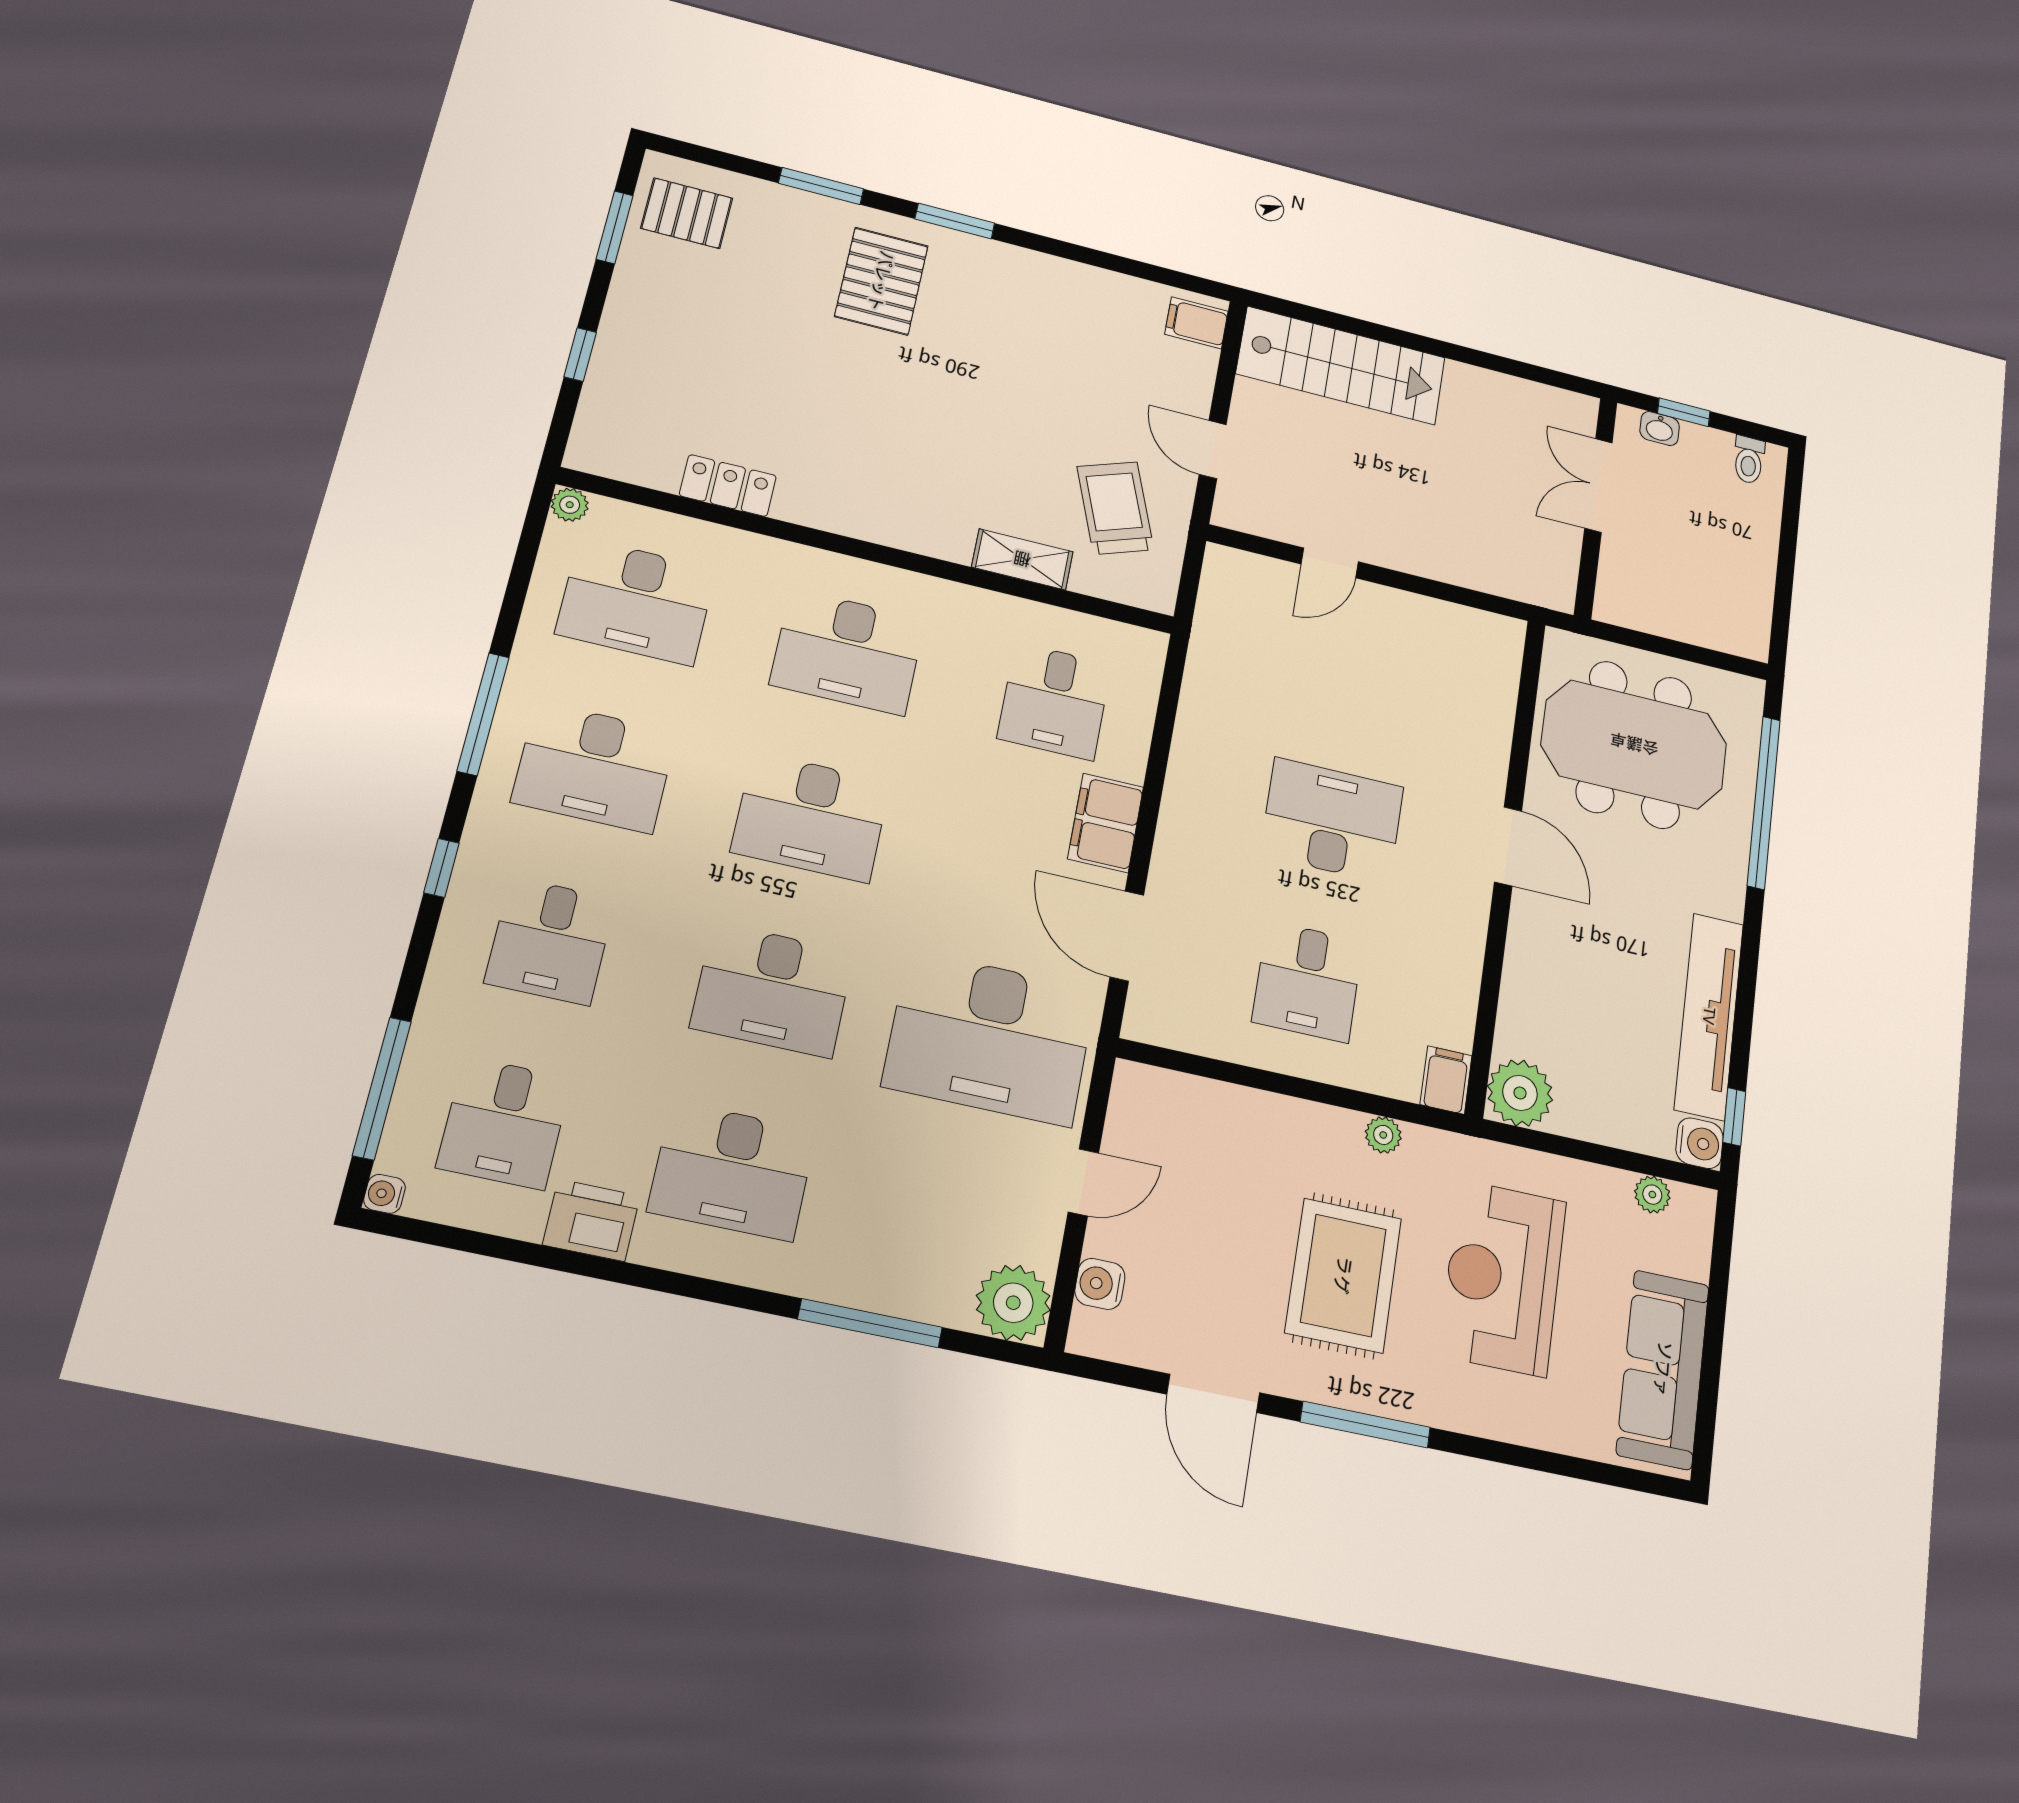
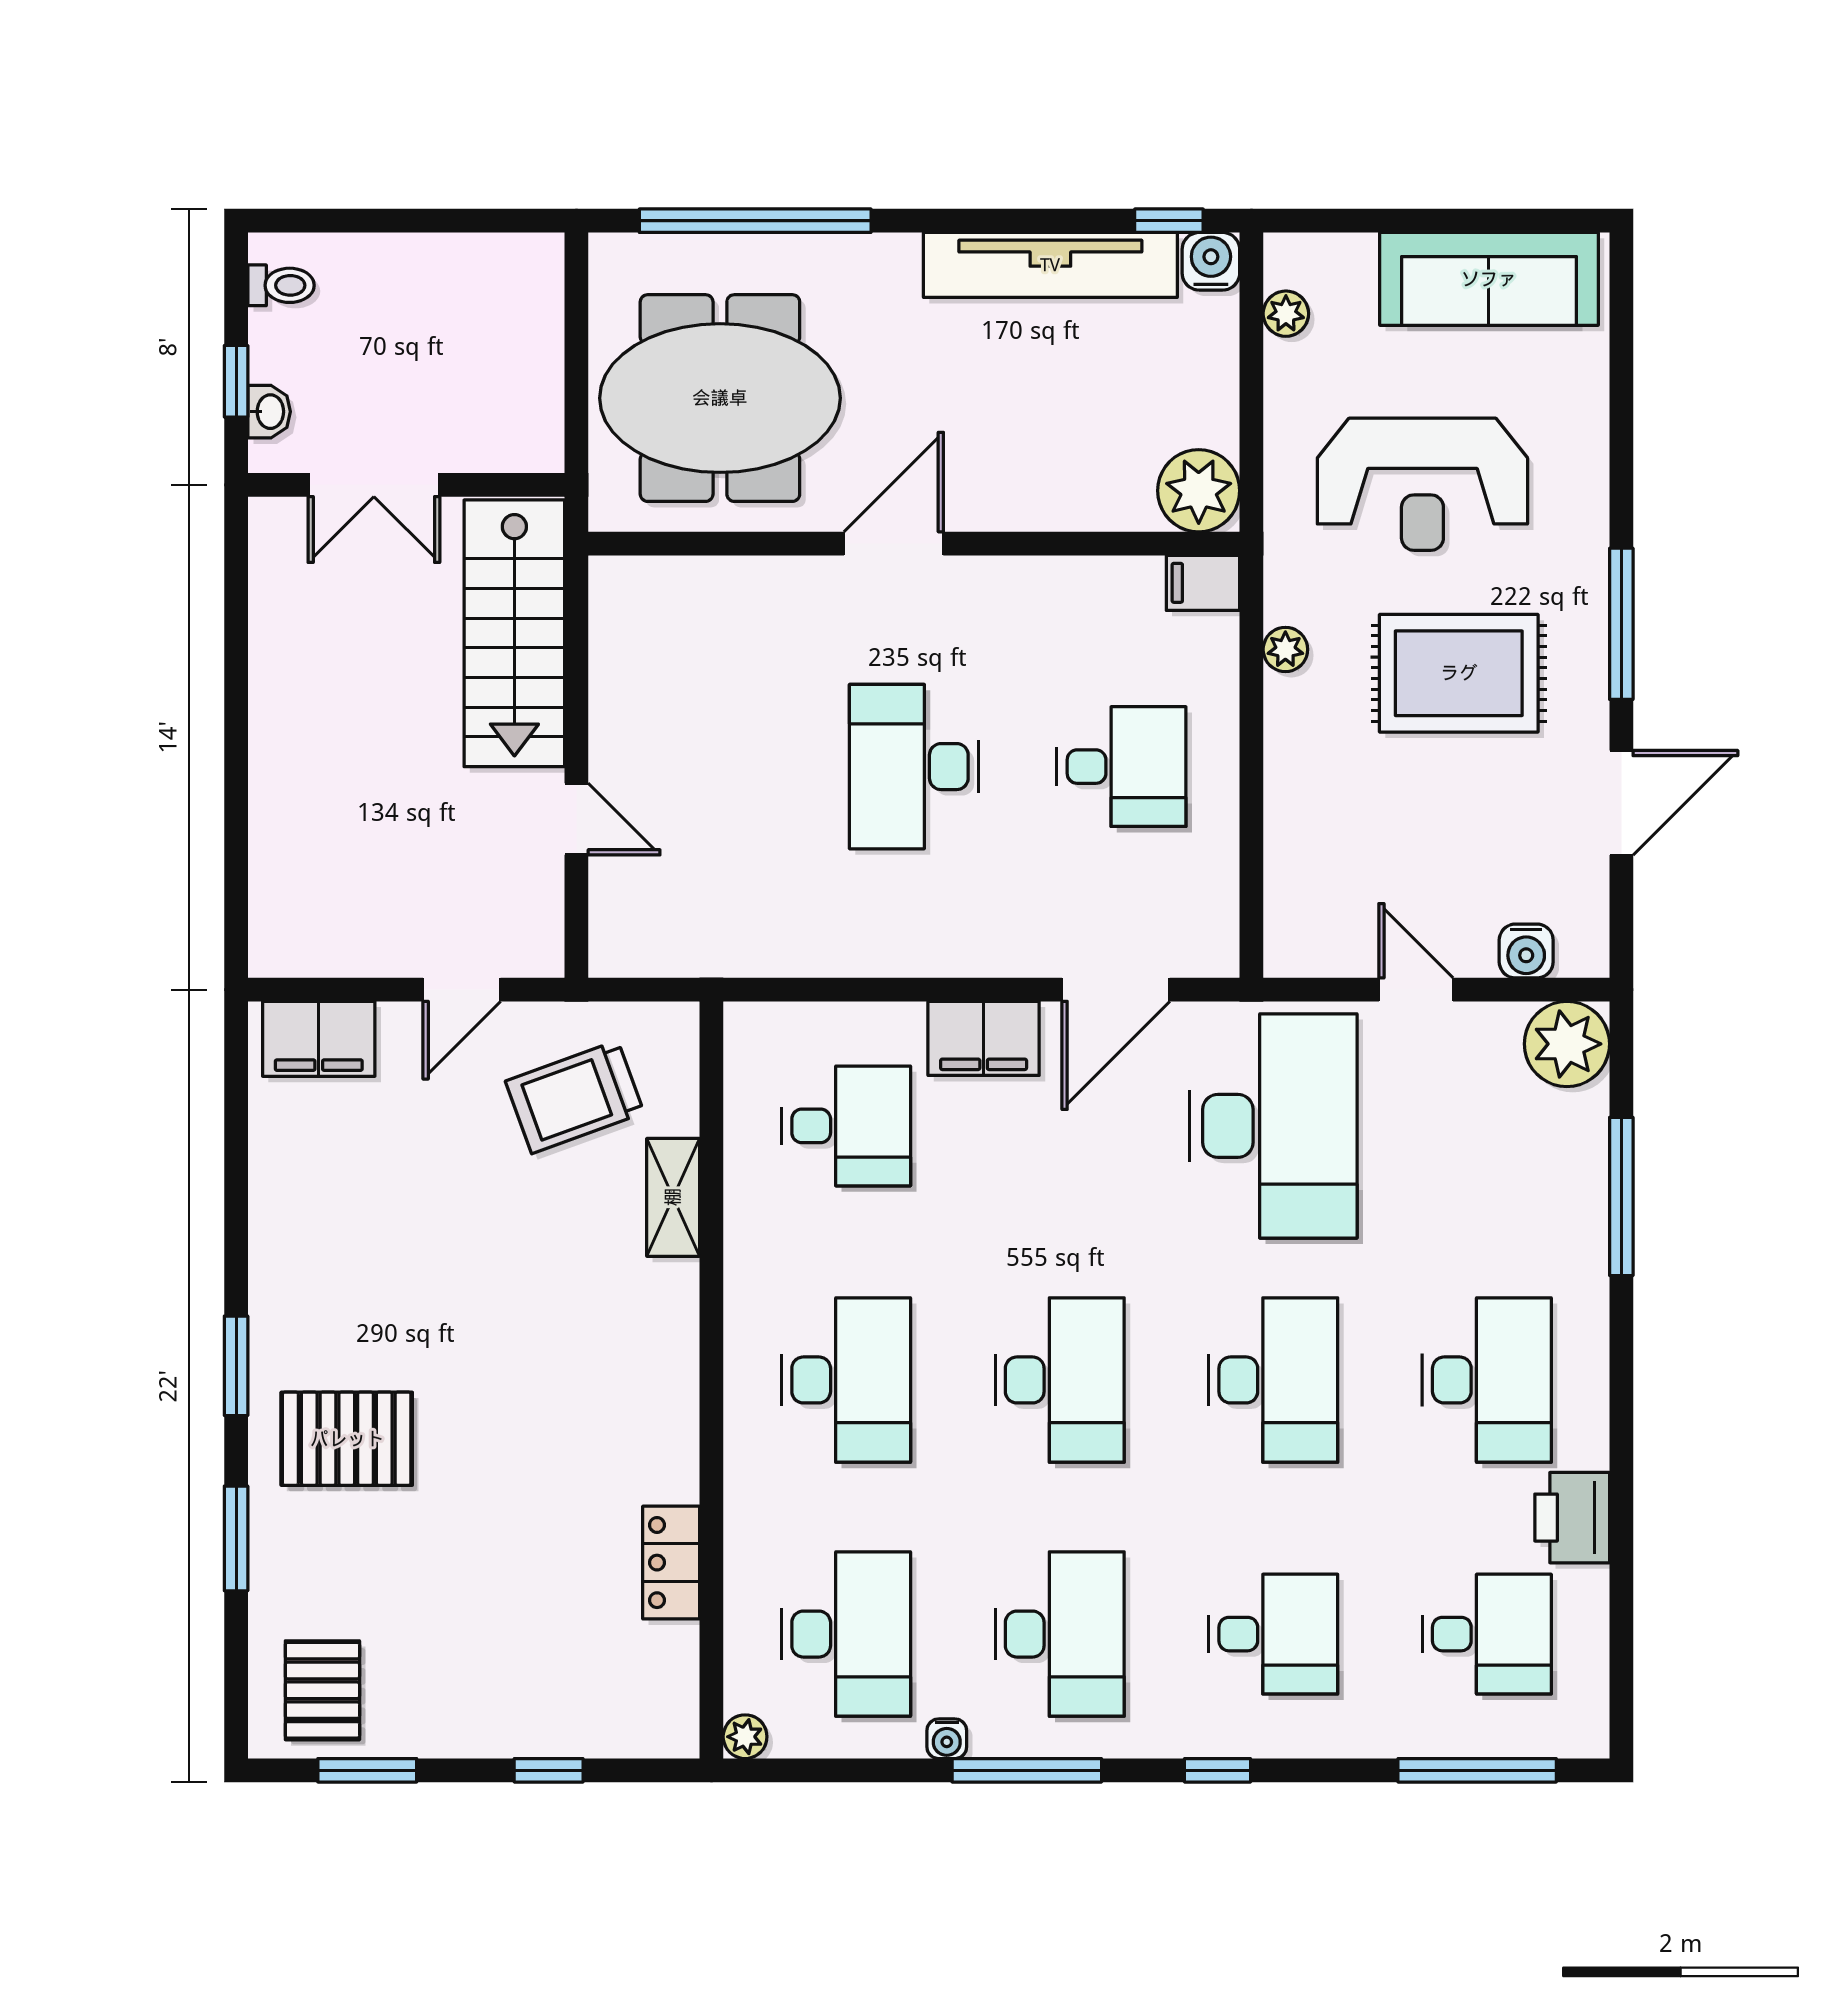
filing cabinet: (1196, 323) -> (319, 1039), width x2.00
stairs: (1341, 366) -> (514, 633), moved, turned 180
meeting table: (1634, 744) -> (720, 398), turned 90
water cooler: (384, 1194) -> (947, 1739), moved

